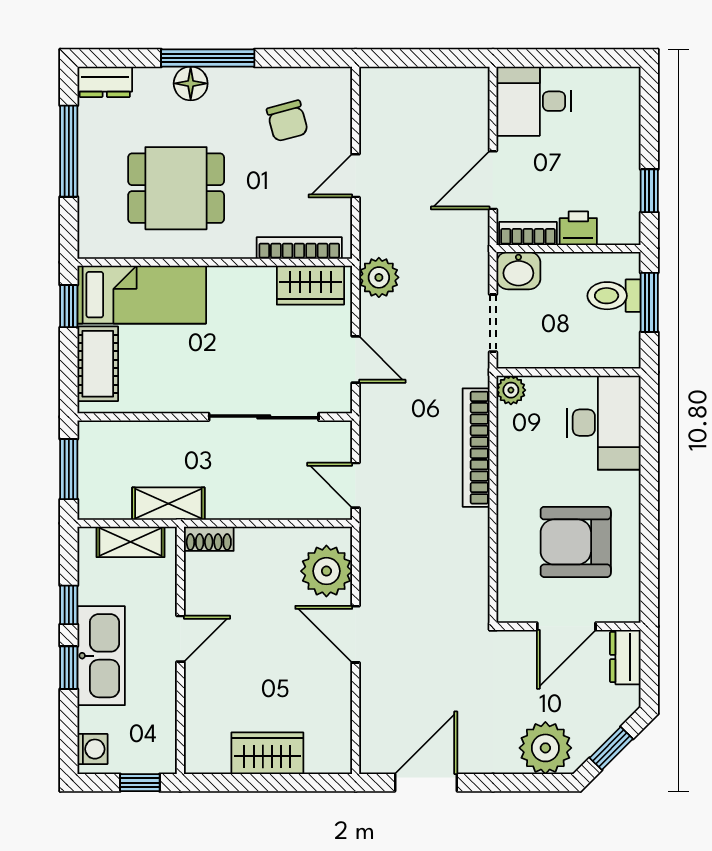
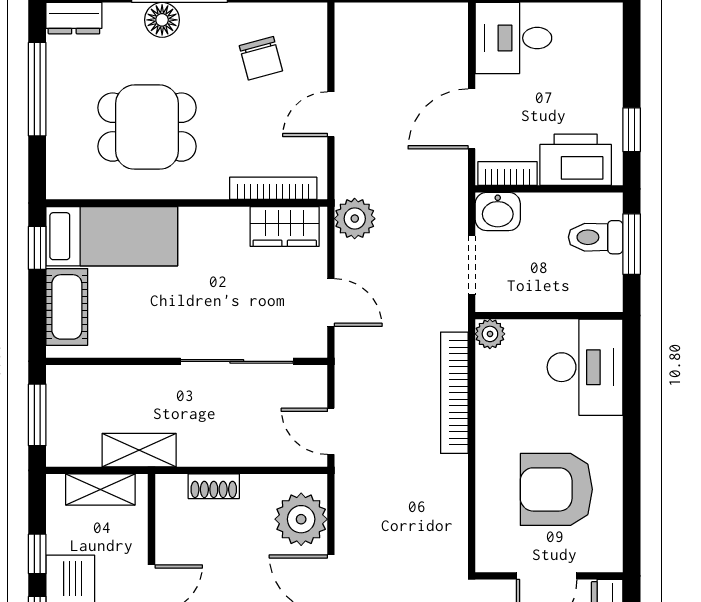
printer: (578, 228) -> (576, 160), width x1.87, depth x1.48
shoe rack: (209, 539) -> (214, 486), moved

